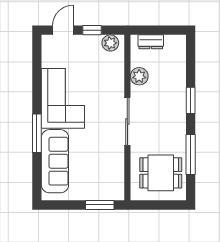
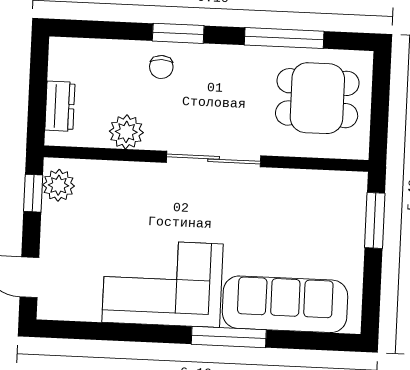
window: (92, 30) -> (33, 193), moved
chair: (173, 93) -> (161, 67), added
dining table: (161, 173) -> (317, 98), turned 90

